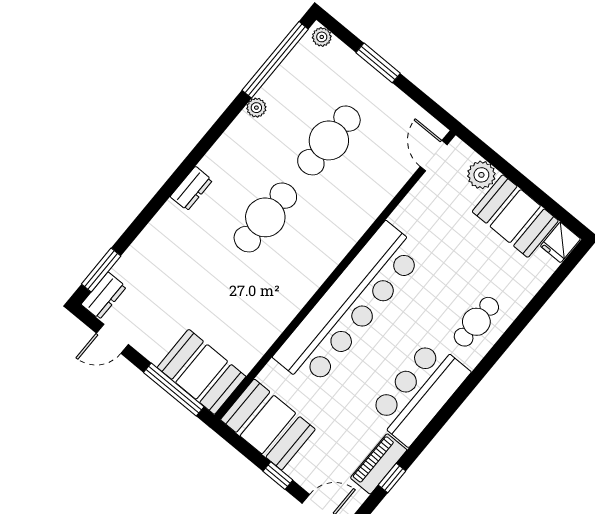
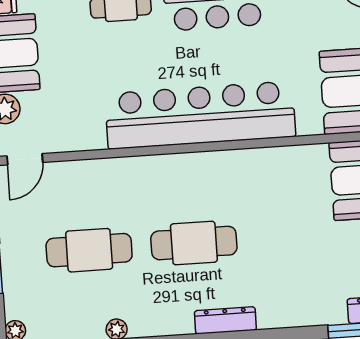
dresser: (191, 189) -> (225, 320), width x1.44

